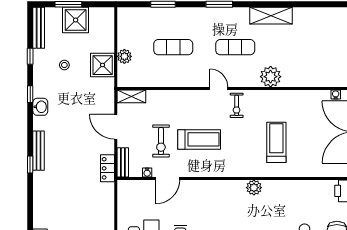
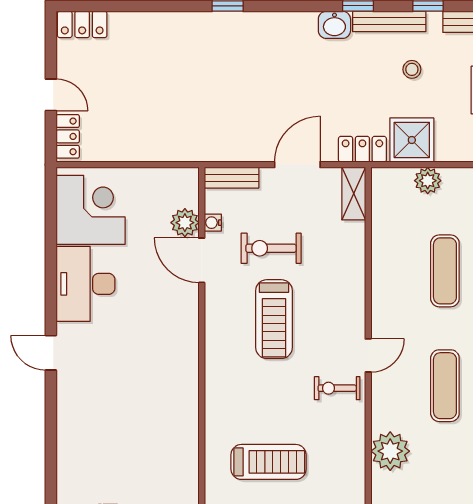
bench: (39, 151) -> (389, 21), moved
locker: (108, 168) -> (362, 149), moved
plant: (254, 188) -> (185, 223), moved

